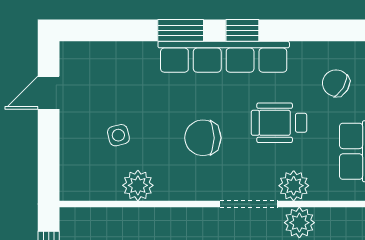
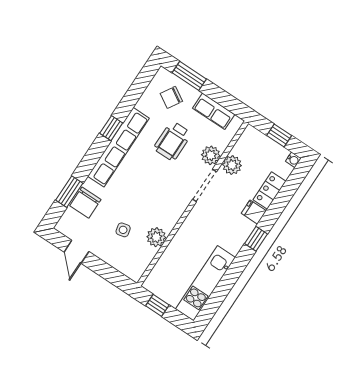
window: (181, 30) -> (69, 192), moved
chair: (203, 138) -> (85, 203), moved

